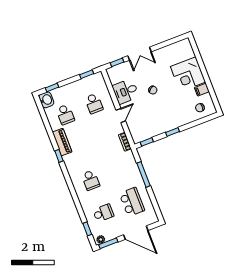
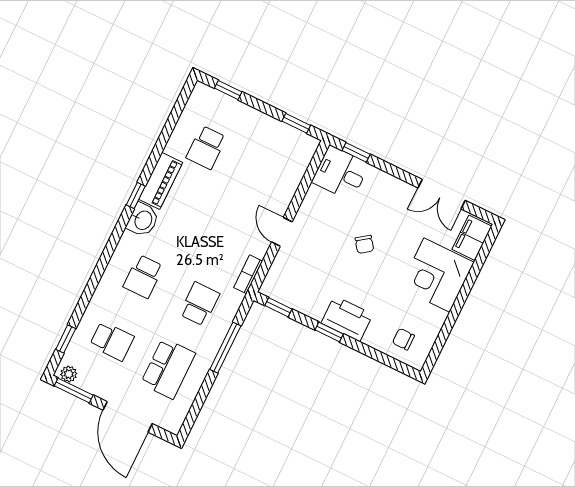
double door: (139, 54) -> (442, 194), moved
filing cabinet: (202, 90) -> (472, 238), moved, width x2.00
desk: (126, 91) -> (341, 173), moved
washbasin: (46, 100) -> (143, 220), moved
school desk: (94, 103) -> (200, 304), moved, turned 180
door: (121, 116) -> (282, 232), swing flipped
printer: (174, 121) -> (347, 319), added

